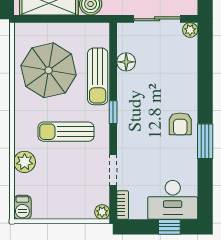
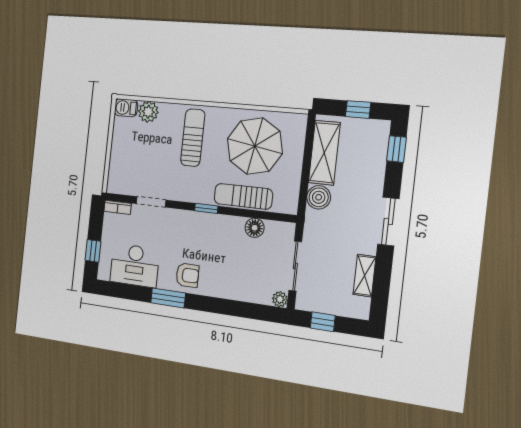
armchair: (180, 124) -> (187, 275), turned 180
sun lounger: (66, 132) -> (193, 138), moved
plant: (25, 162) -> (148, 112), moved
desk: (173, 200) -> (135, 265), moved, turned -90
plant: (102, 212) -> (113, 186), removed

